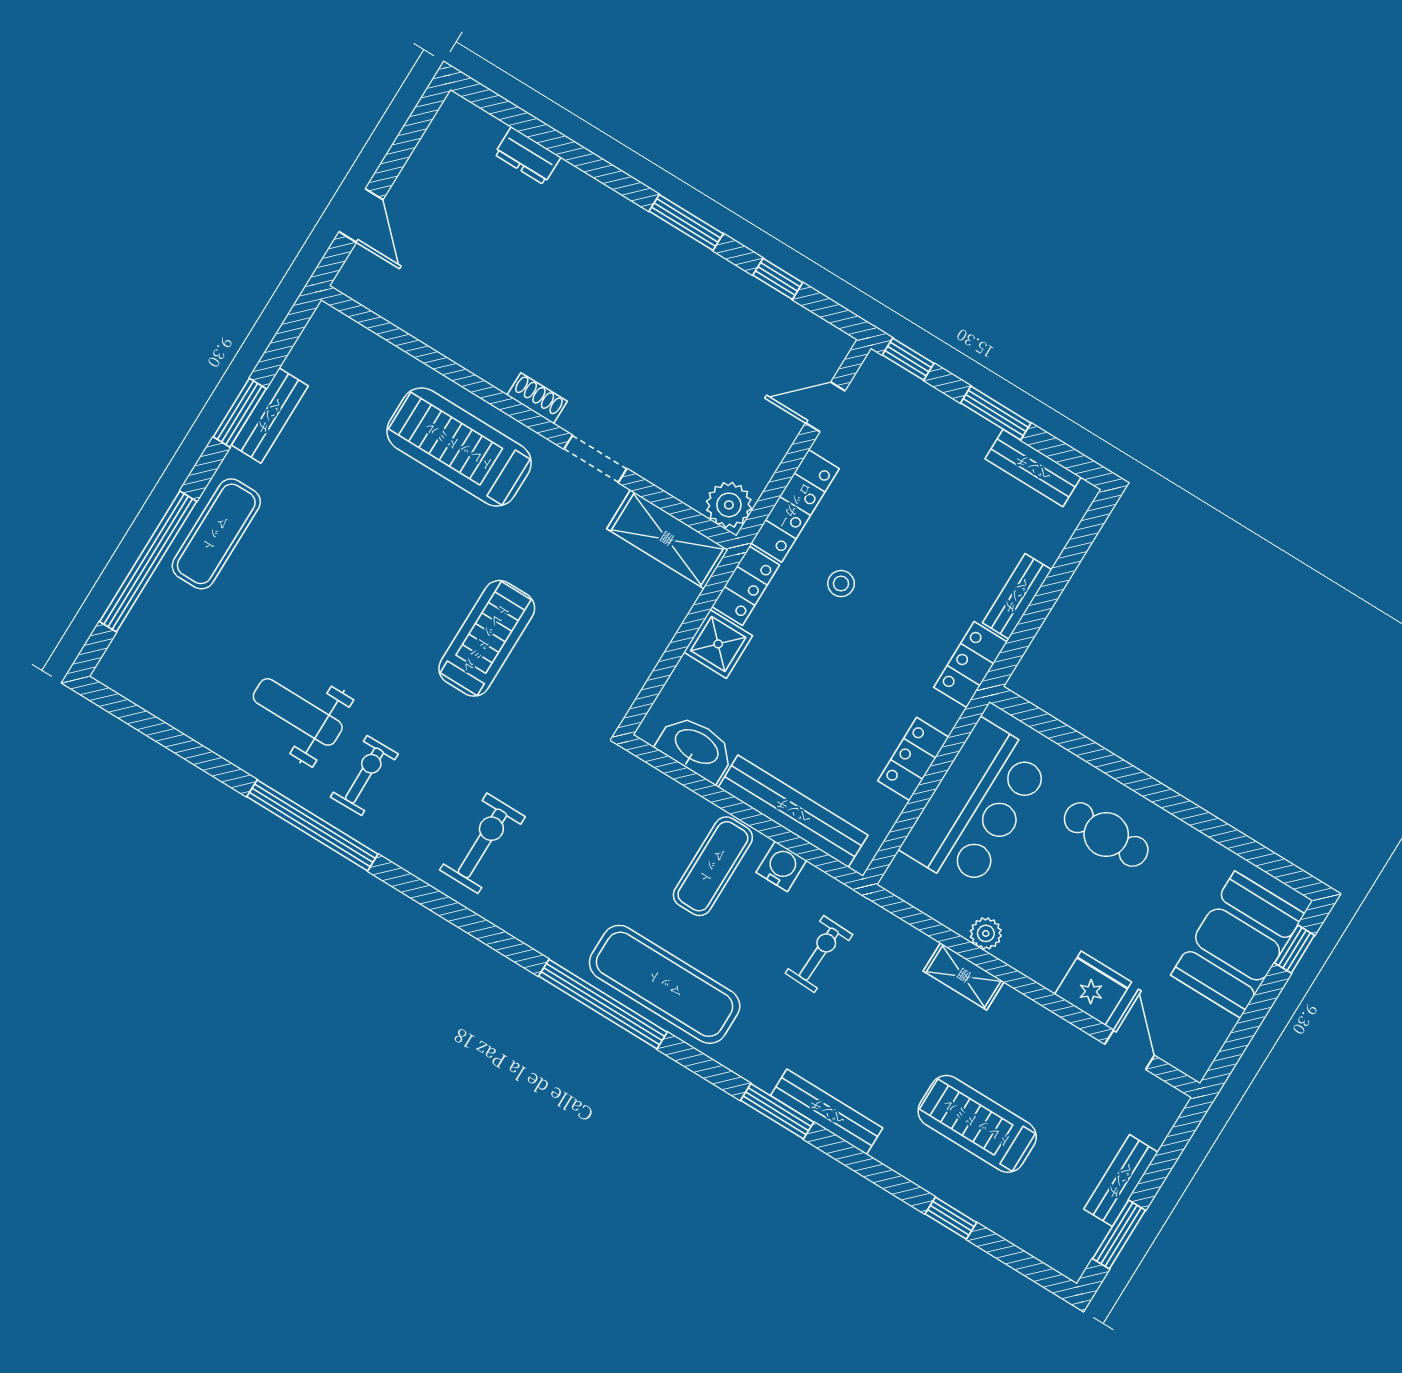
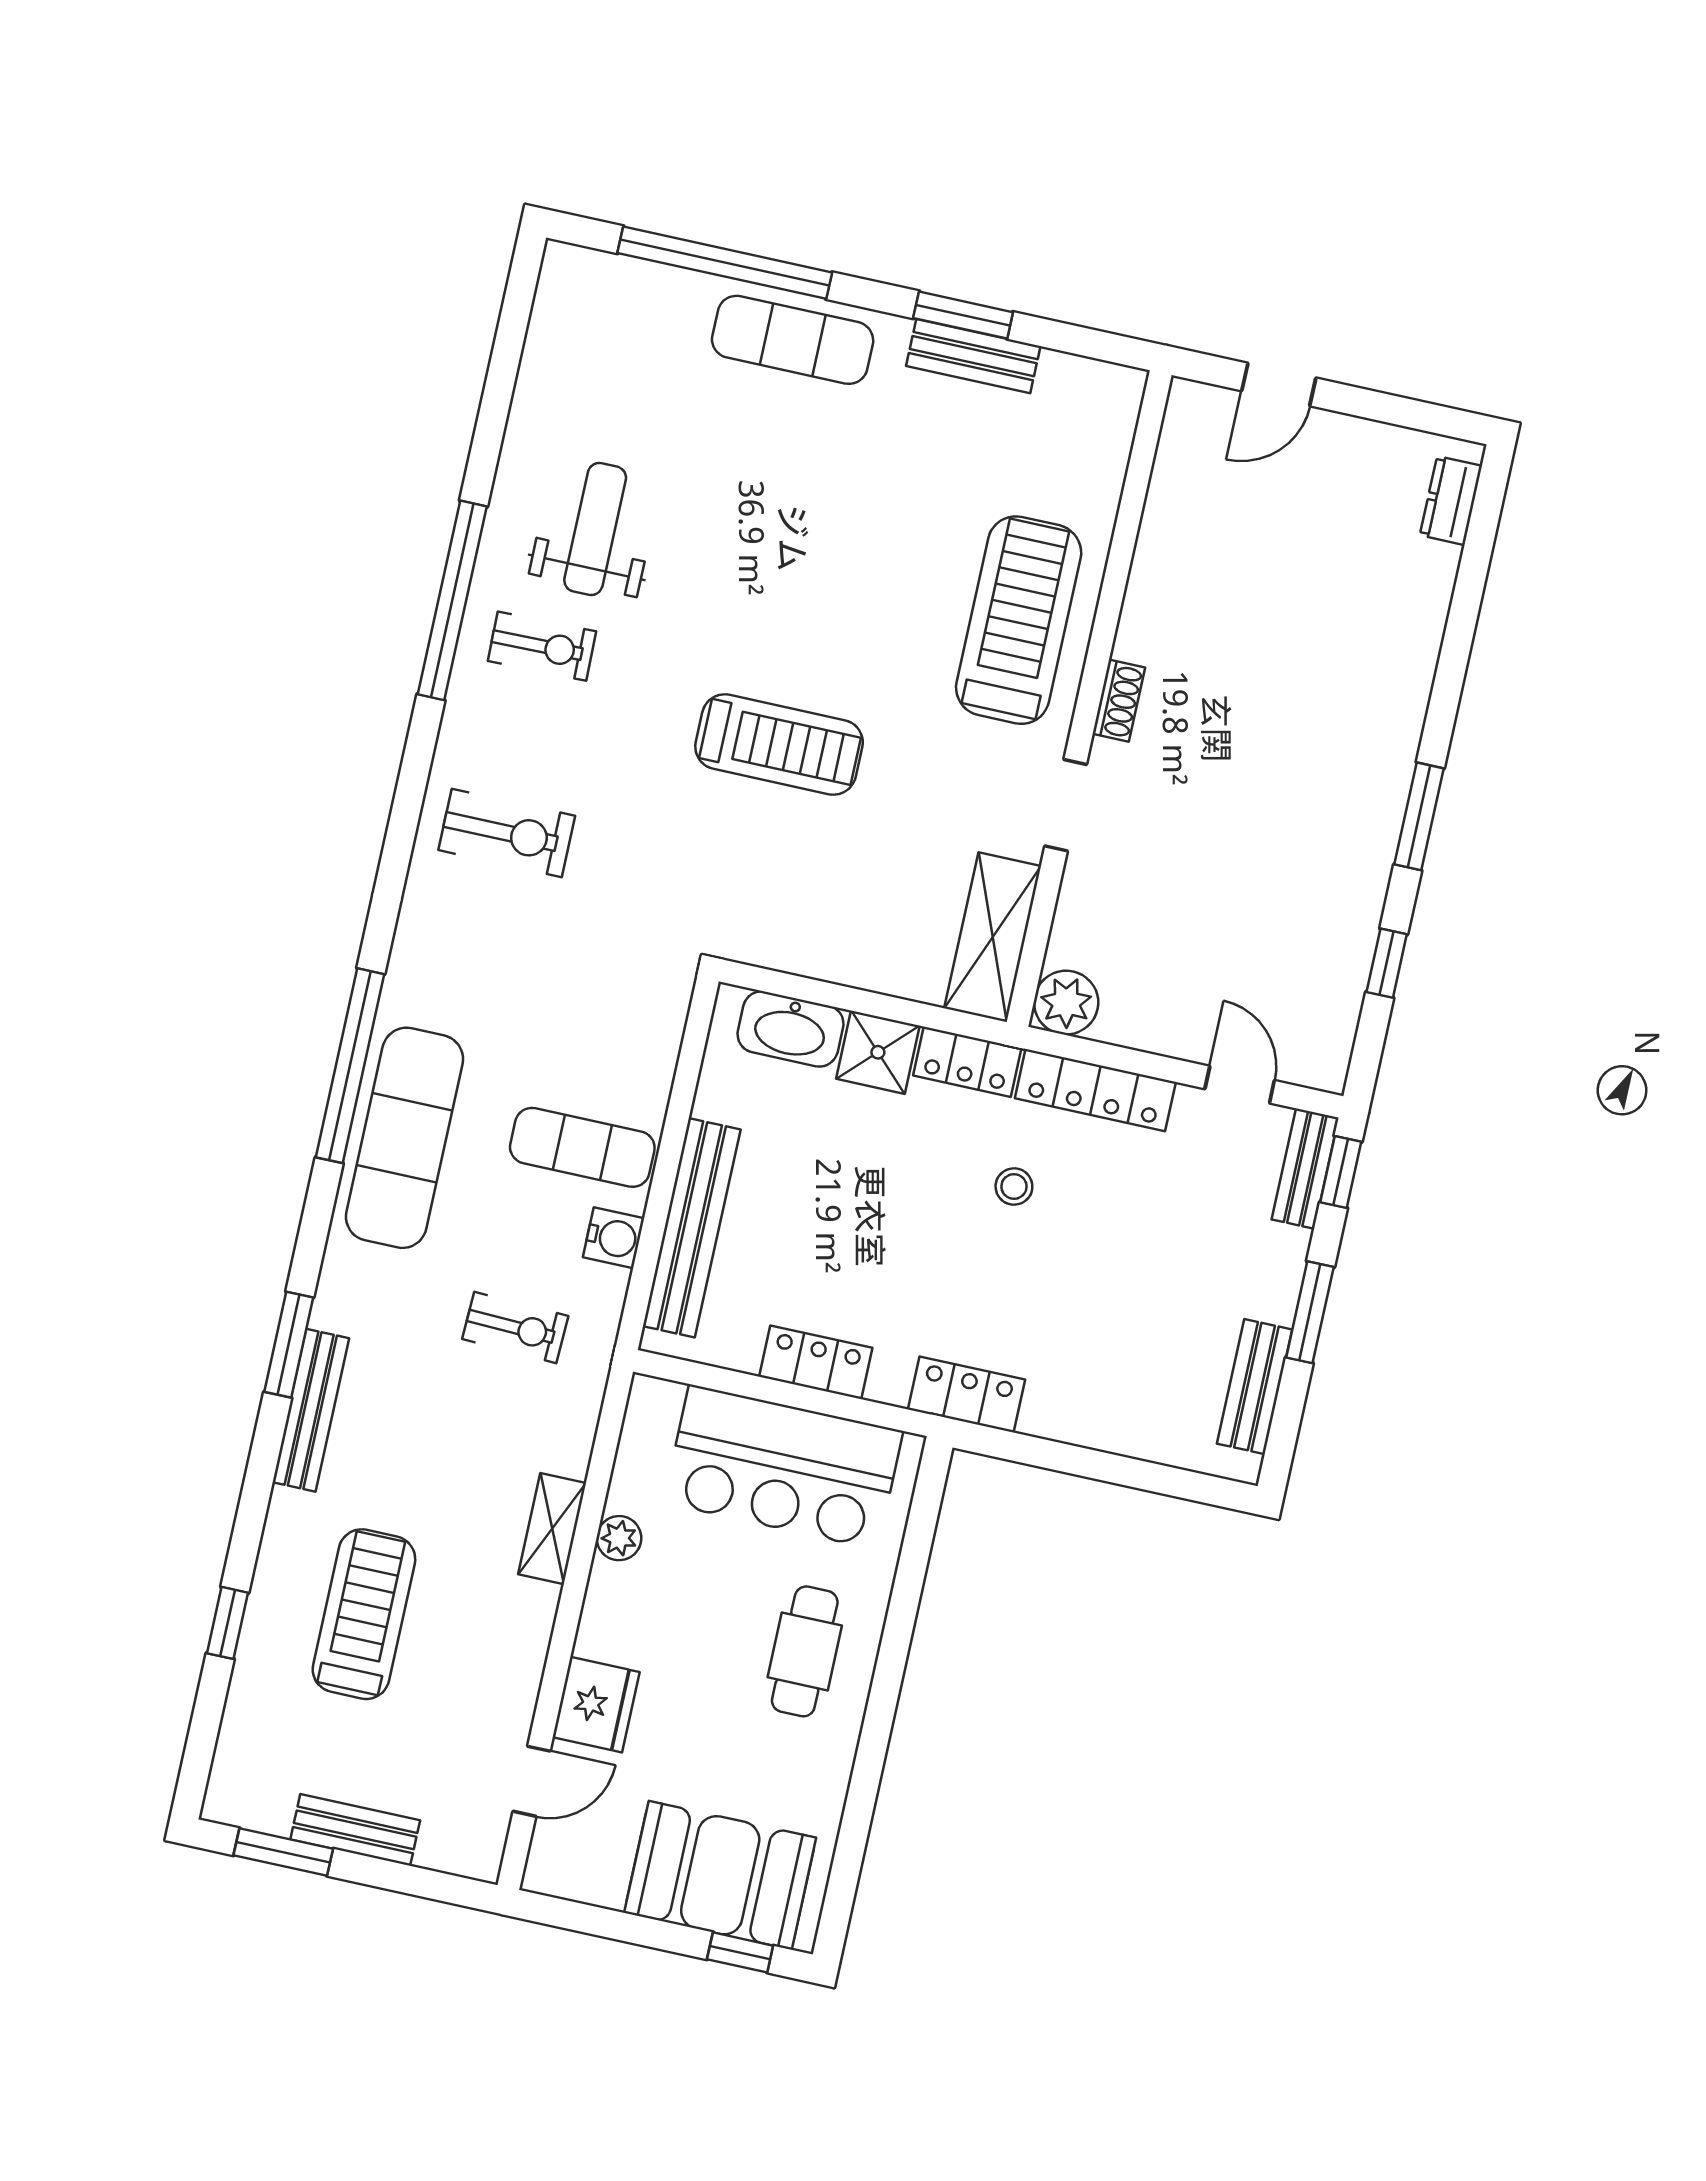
dresser: (528, 156) -> (1451, 501), moved
bench: (1017, 596) -> (1305, 1169), moved, turned 90
washbasin: (696, 748) -> (790, 1029), moved, turned 90

